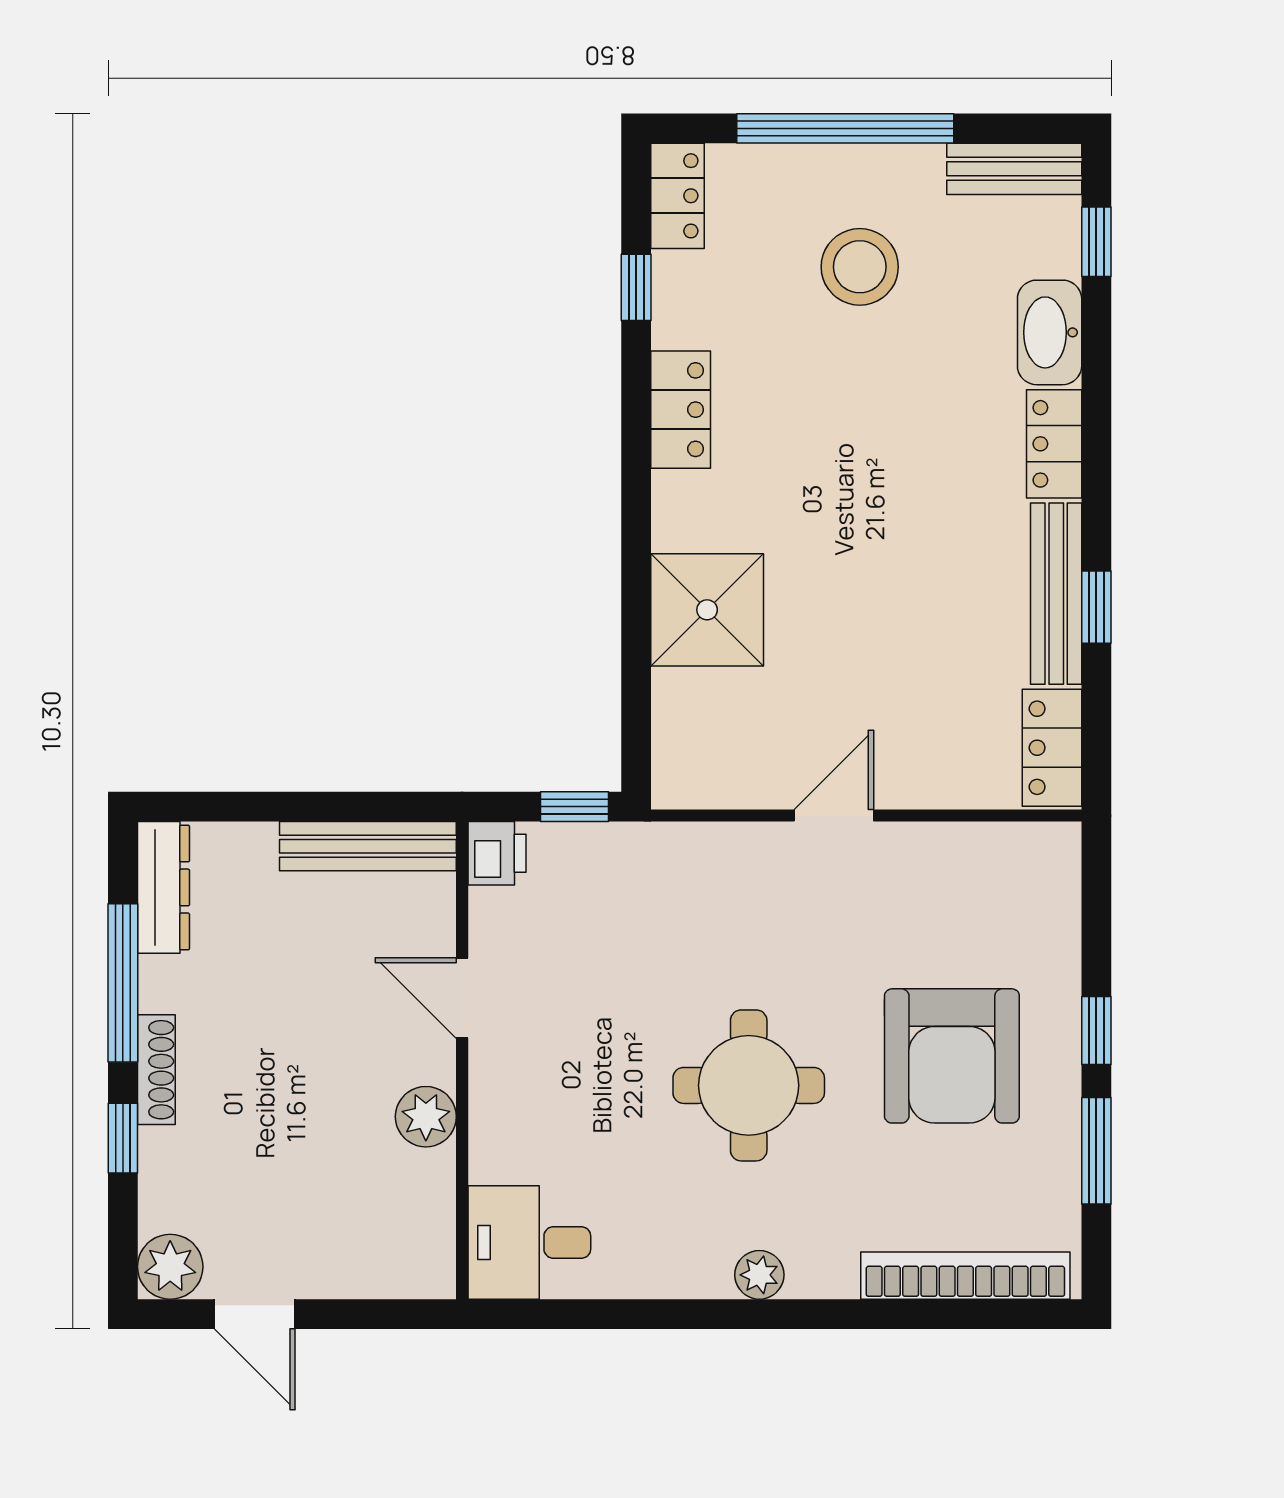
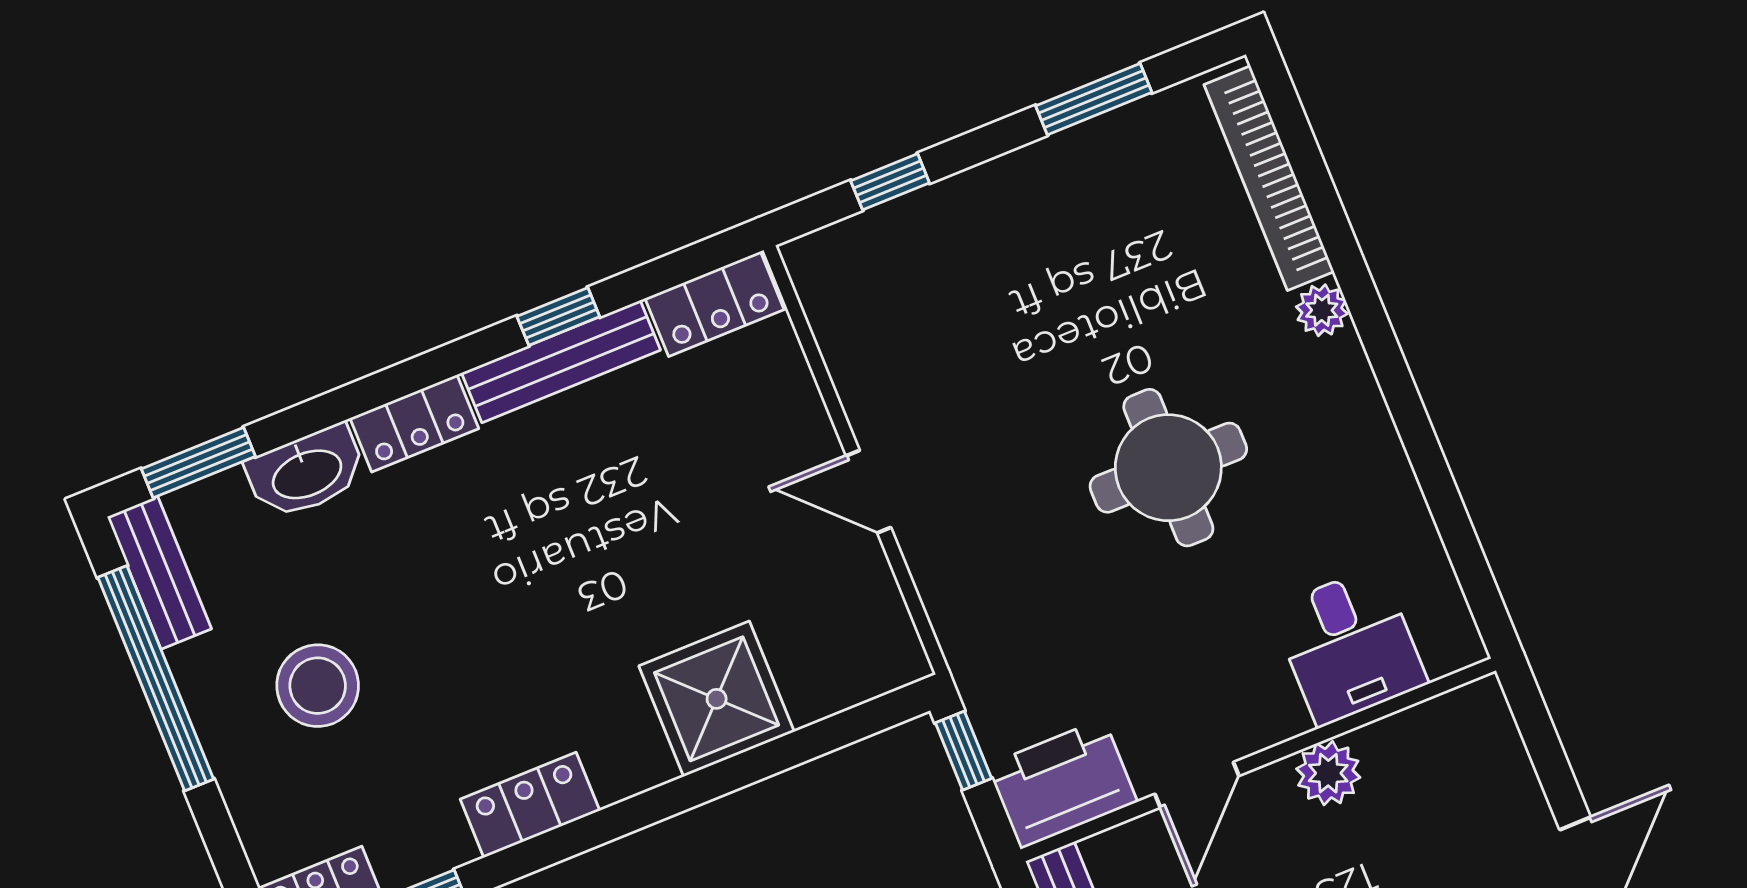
window: (845, 128) -> (156, 678), moved
window: (1096, 242) -> (198, 463), width x1.50
printer: (497, 853) -> (1062, 784), width x1.87, depth x1.48
window: (1096, 1030) -> (890, 182), moved
armchair: (952, 1056) -> (1058, 279), removed
desk: (529, 1243) -> (1349, 646), moved
plant: (759, 1275) -> (1322, 310), moved

